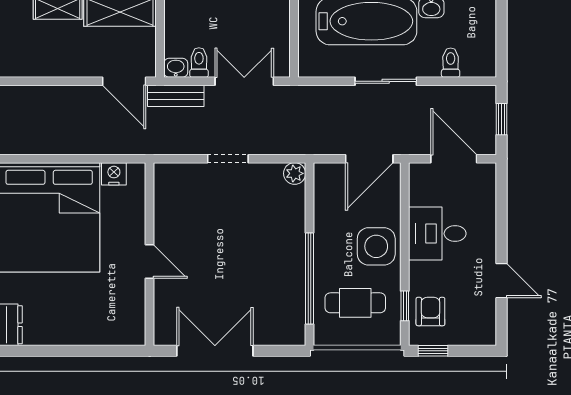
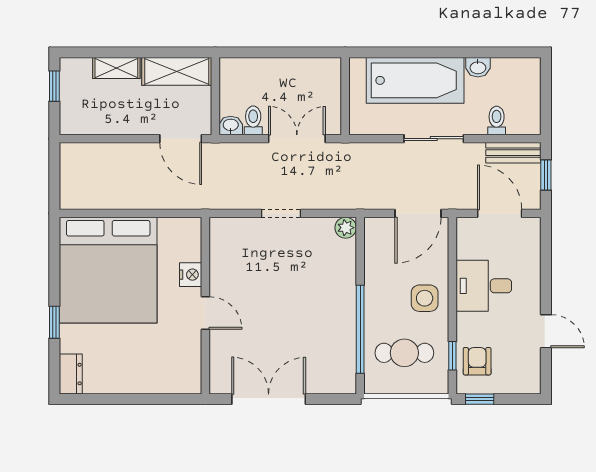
bench: (176, 96) -> (513, 153), moved
nightstand: (114, 174) -> (191, 275), moved, turned 90
side table: (376, 246) -> (425, 298), width x0.73, depth x0.73

